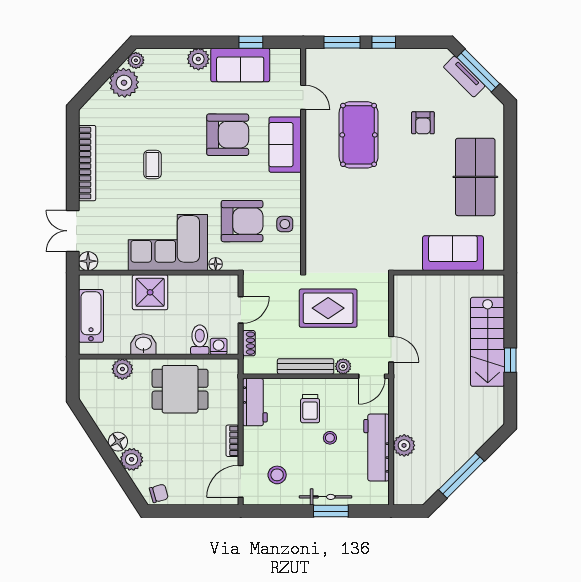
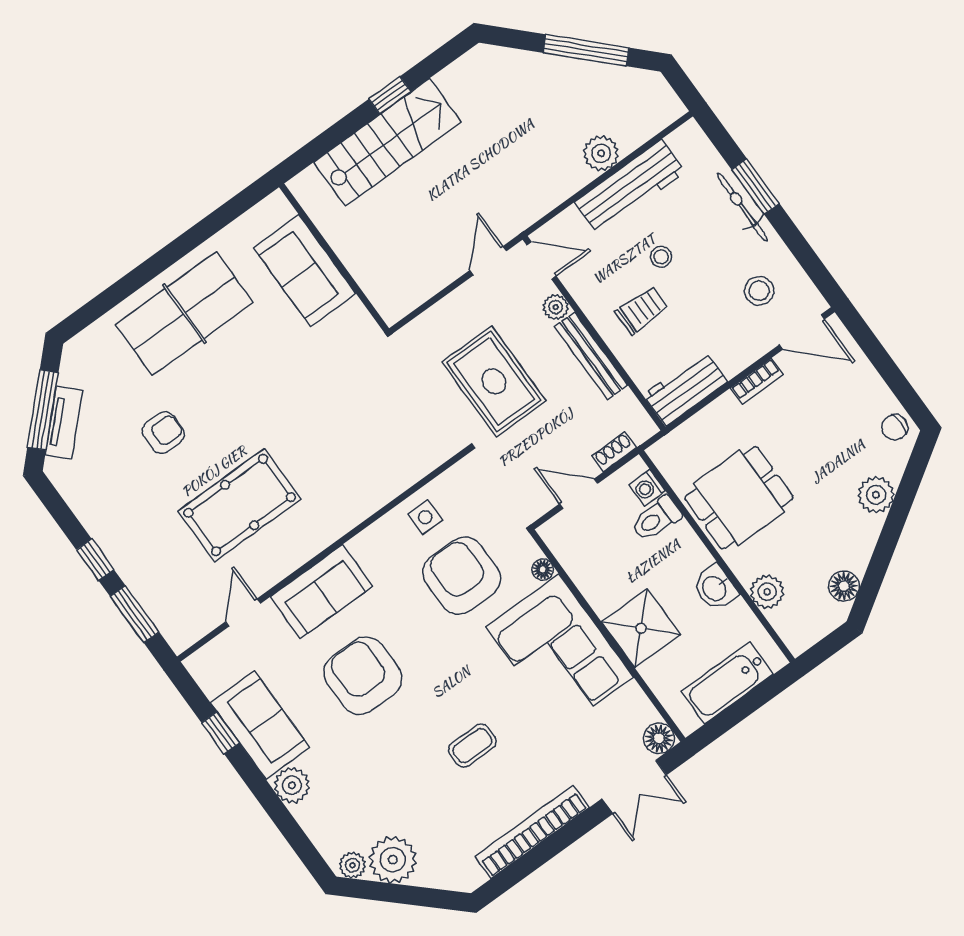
dining table: (180, 389) -> (739, 498), turned 90
floor lamp: (118, 442) -> (844, 586), moved
chair: (159, 493) -> (895, 427), turned -74

